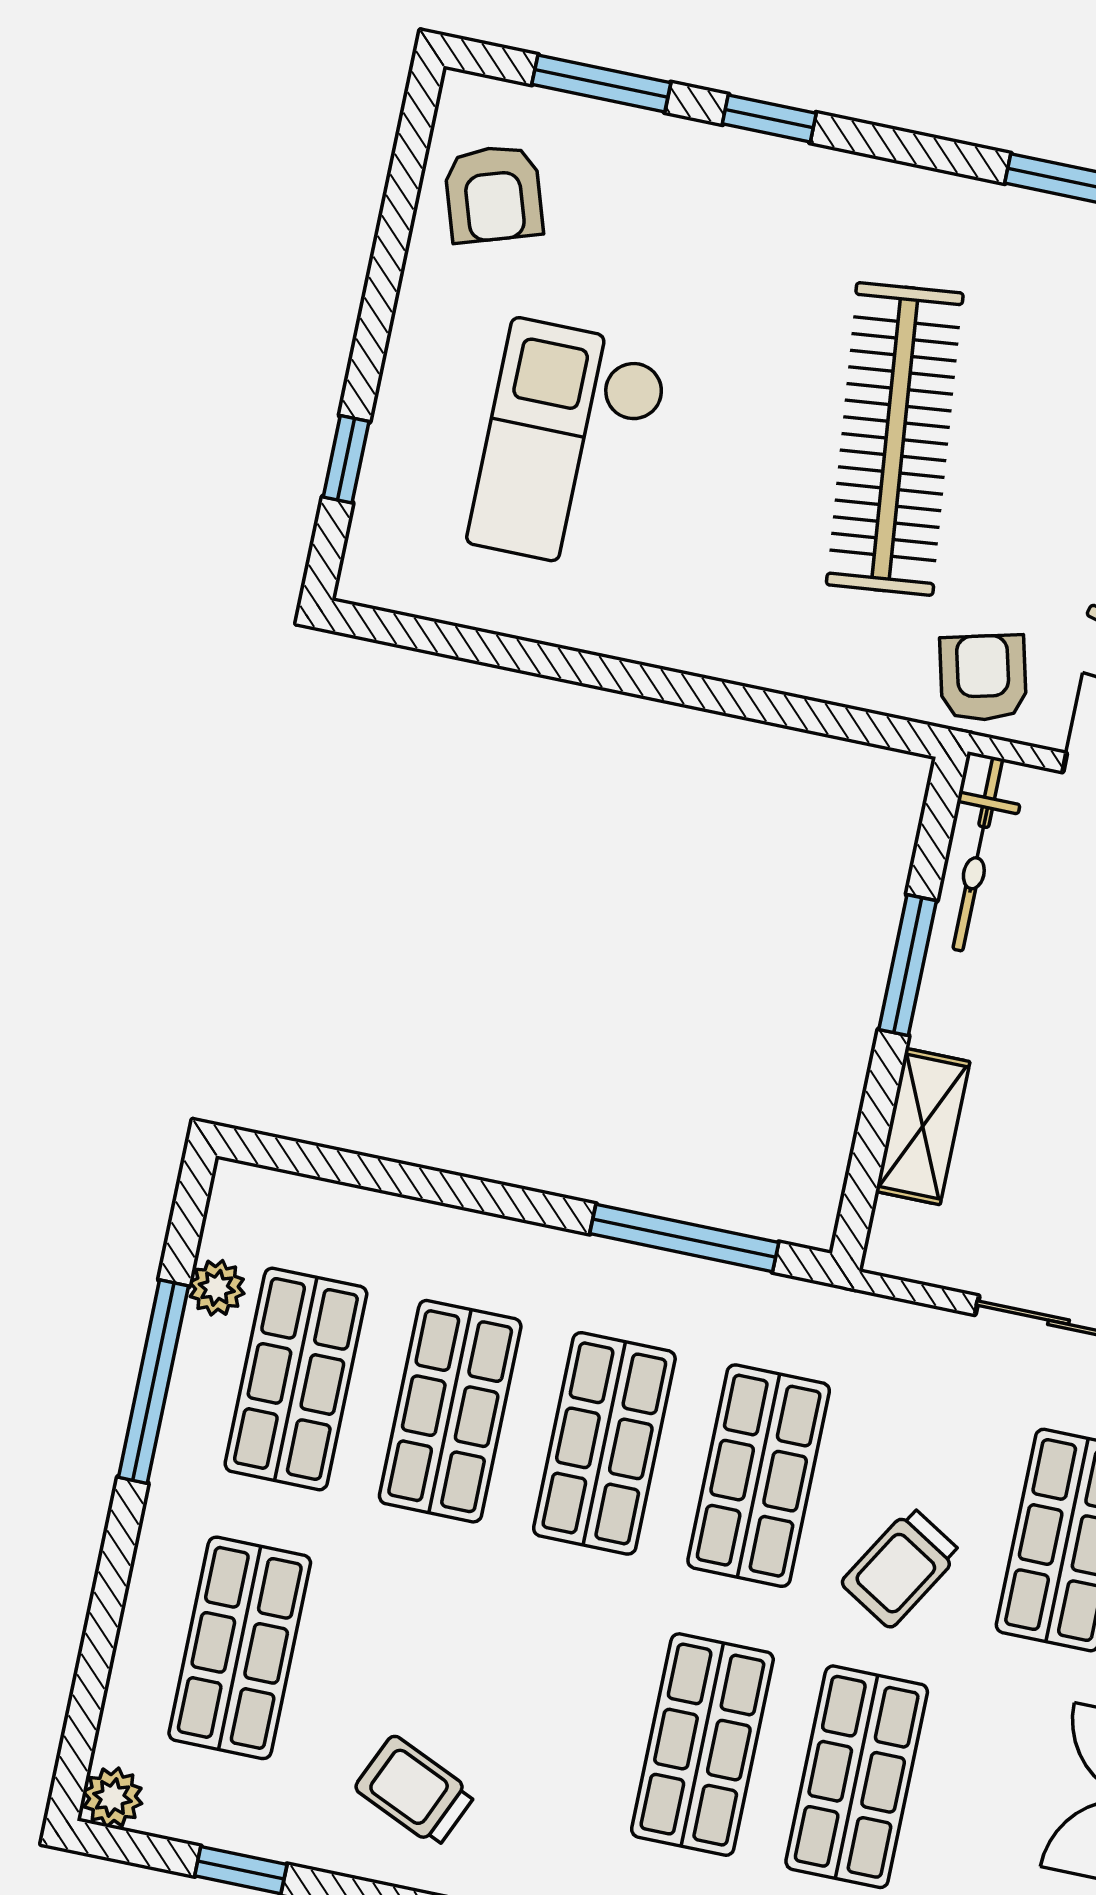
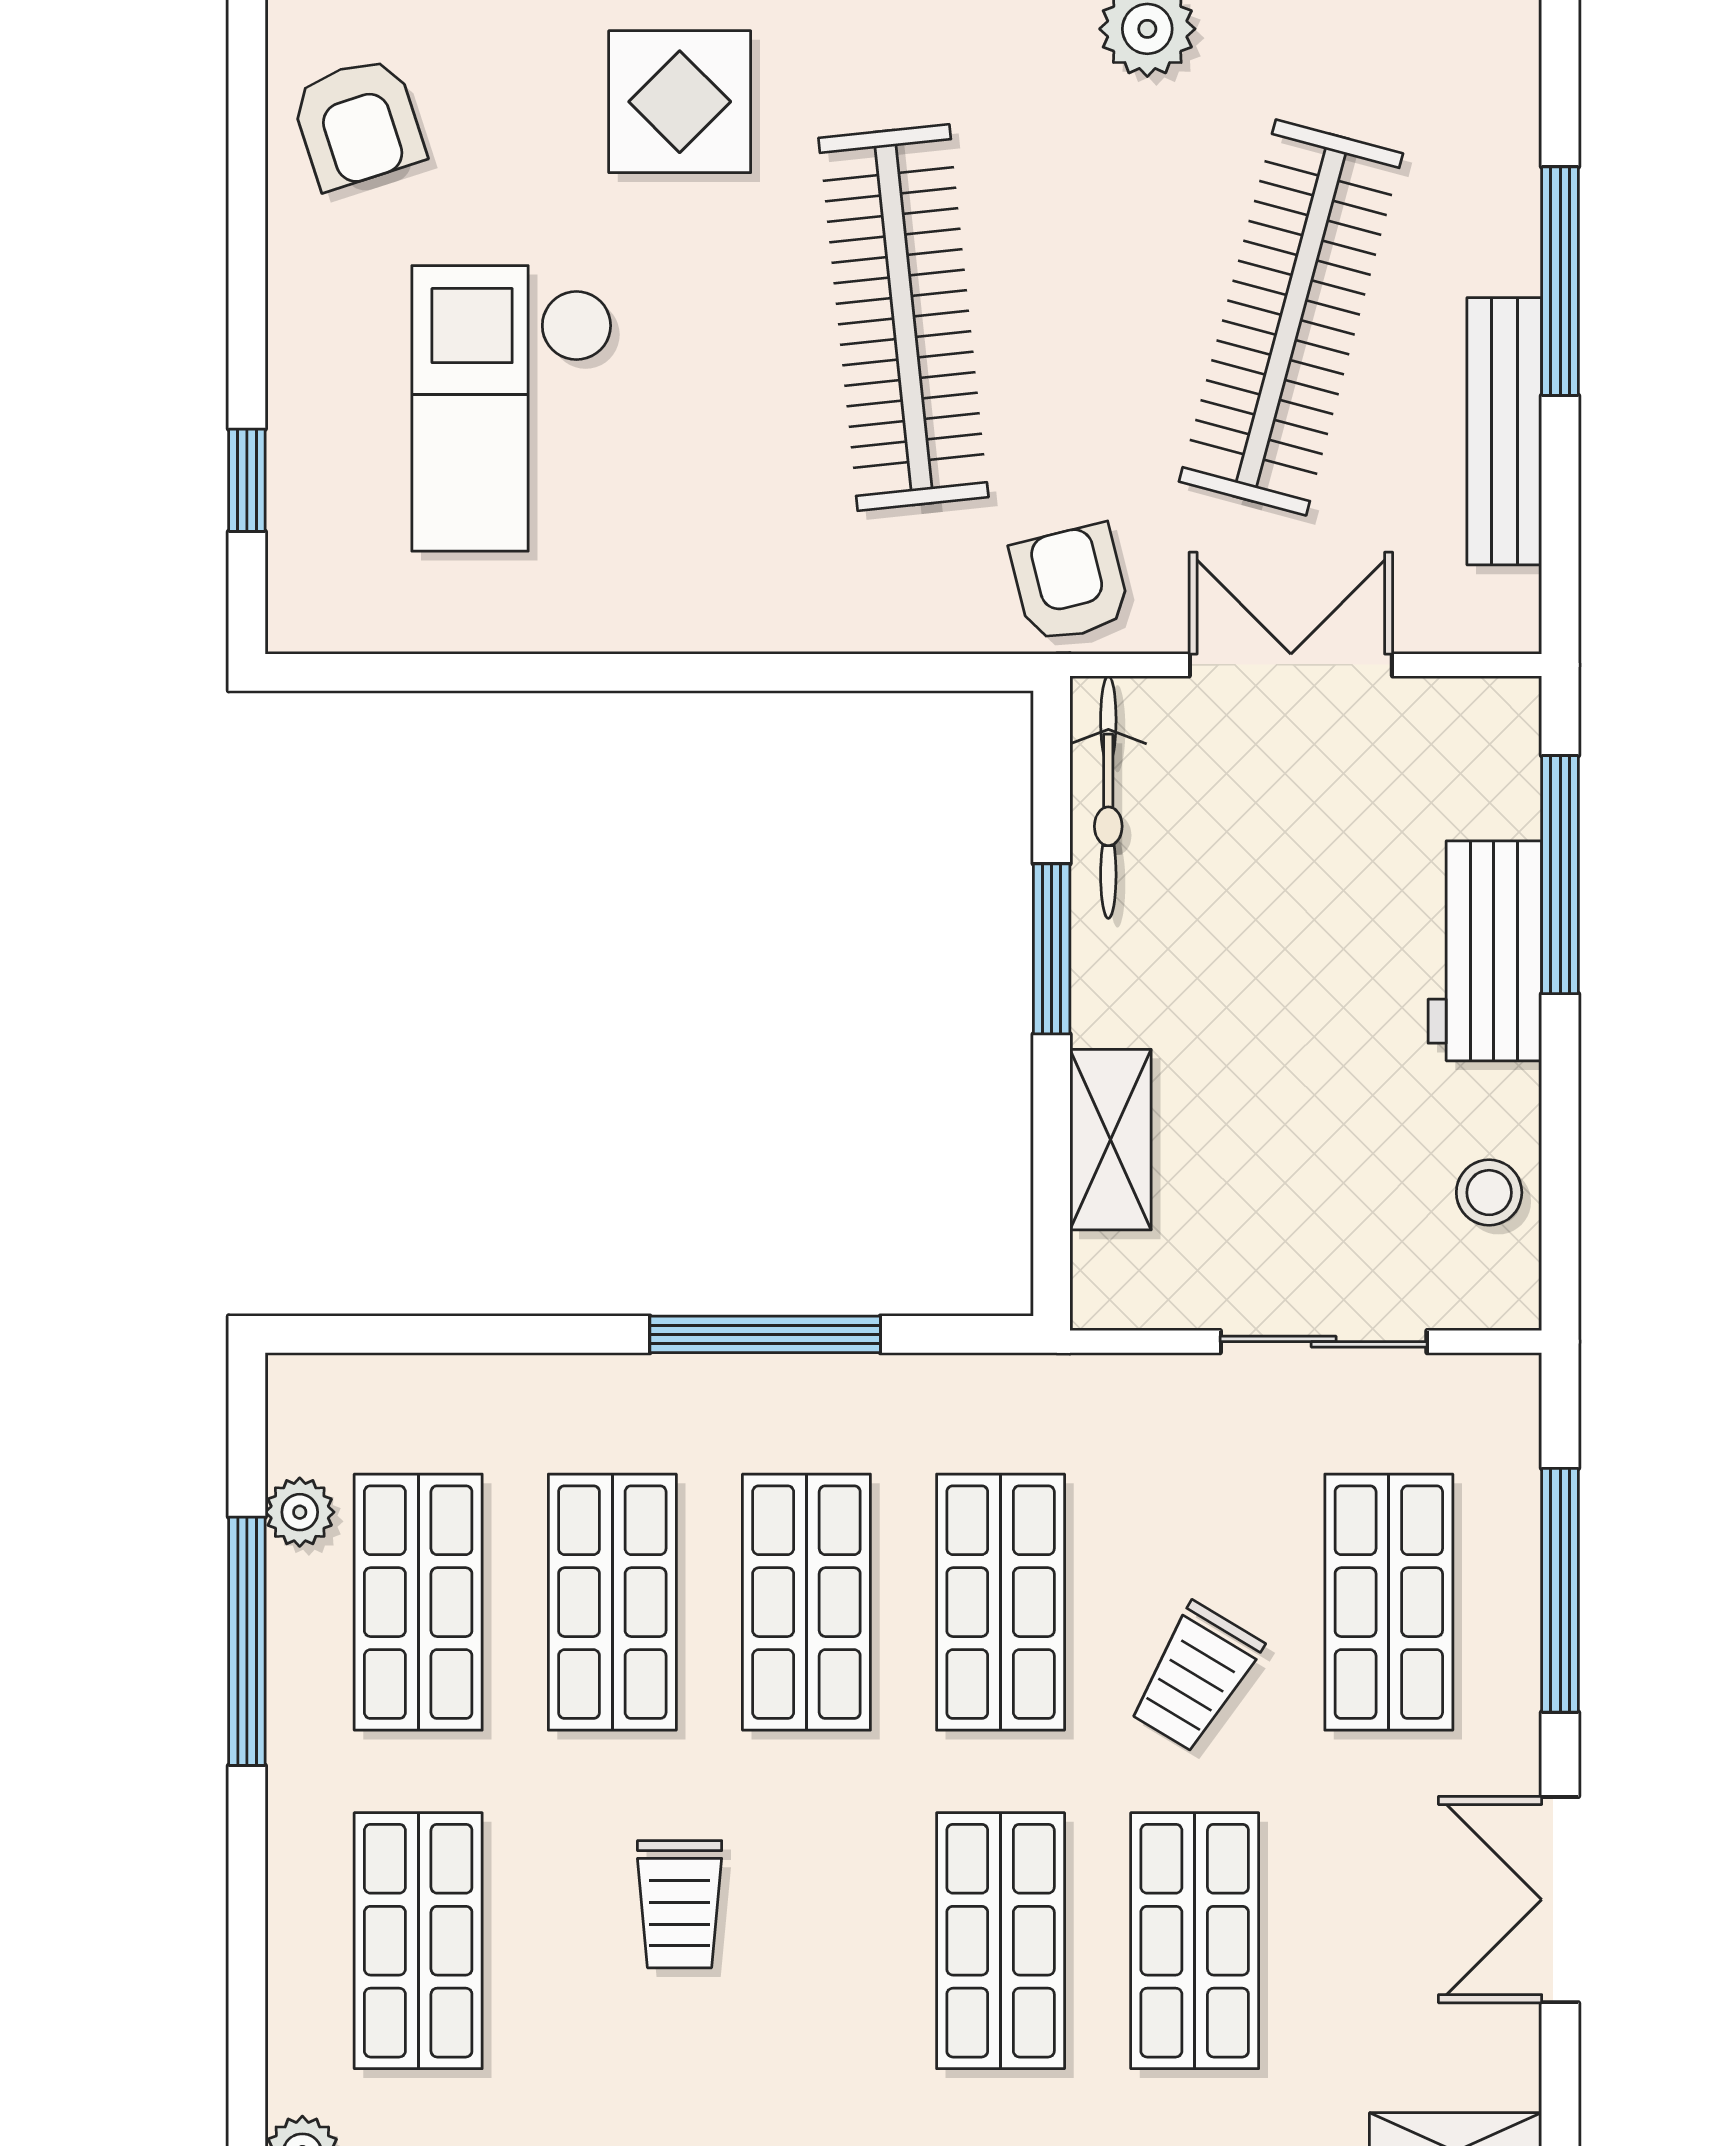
display table: (753, 230) -> (680, 102), added
window: (684, 1238) -> (765, 1334), moved
trolley: (415, 1791) -> (680, 1904), moved, turned -114

